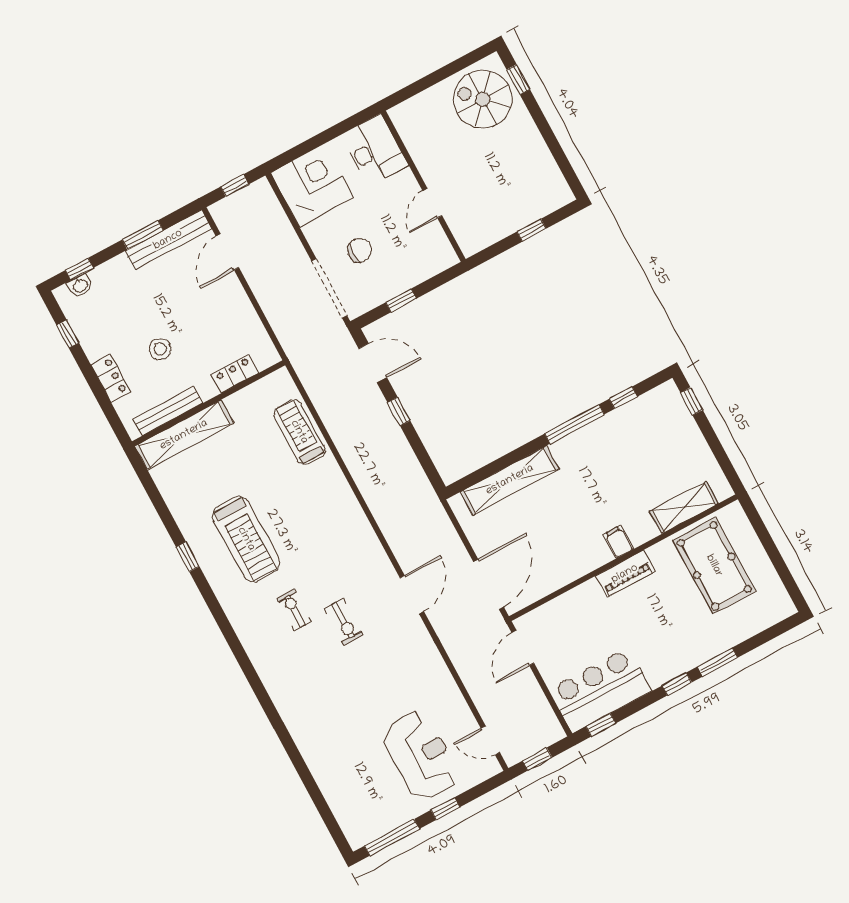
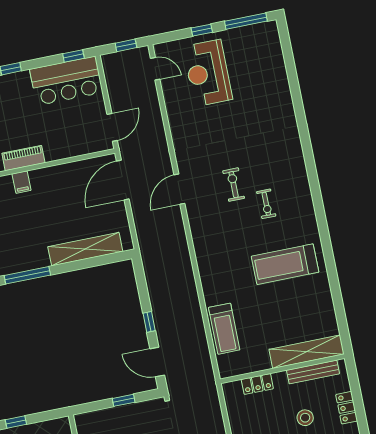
treadmill: (246, 539) -> (285, 264), turned -90
window: (188, 557) -> (330, 264), removed

